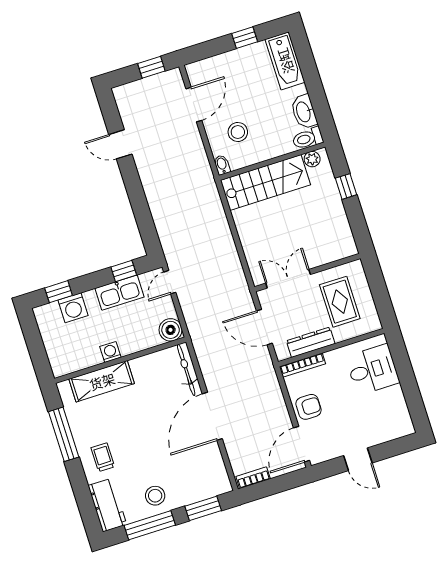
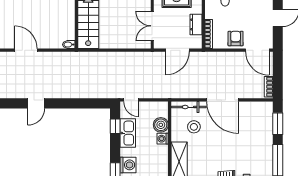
stool: (238, 132) -> (51, 28), removed
boiler: (171, 330) -> (161, 125), moved
dresser: (311, 342) -> (196, 24), width x0.70
washing machine: (110, 352) -> (163, 139), moved
stool: (155, 496) -> (194, 127), moved

